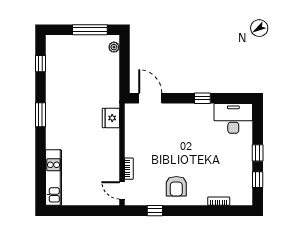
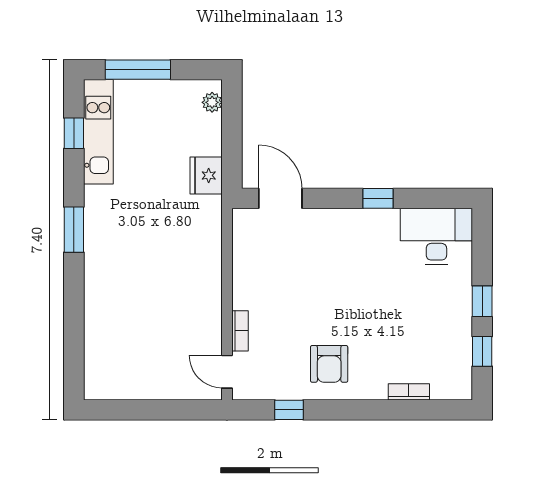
window: (90, 30) -> (138, 70), moved
fridge: (111, 118) -> (206, 175), moved
kitchen unit: (54, 178) -> (98, 132), moved

